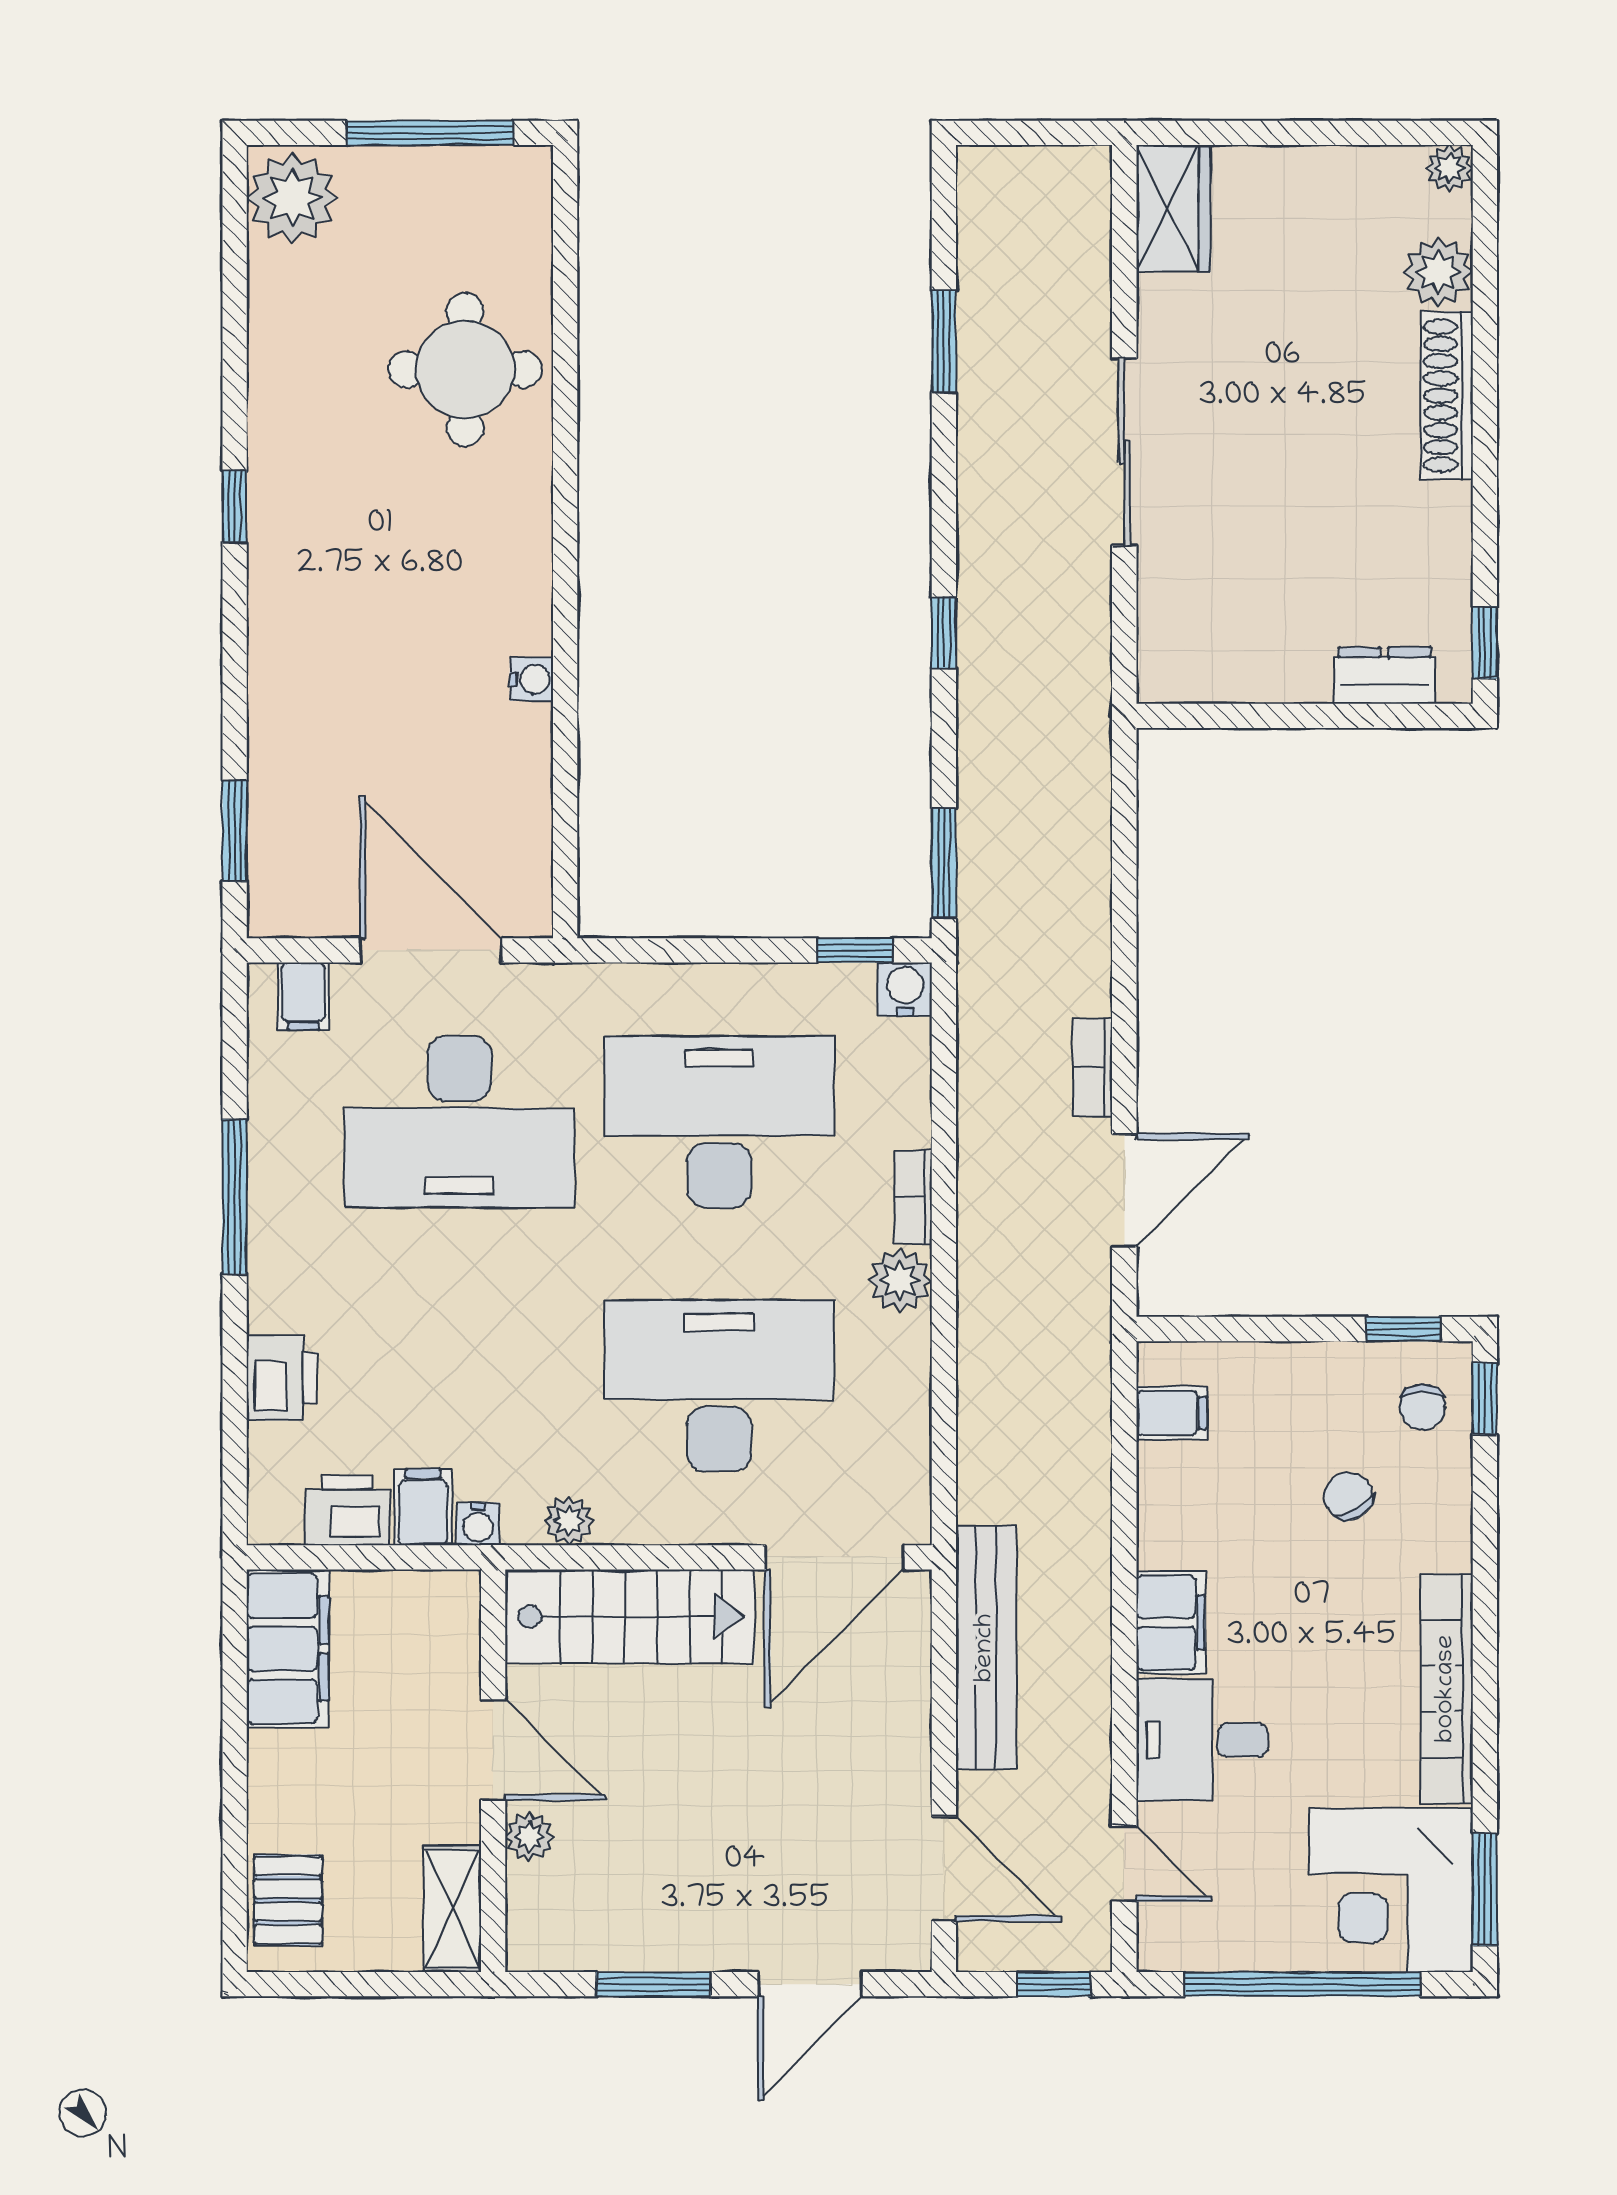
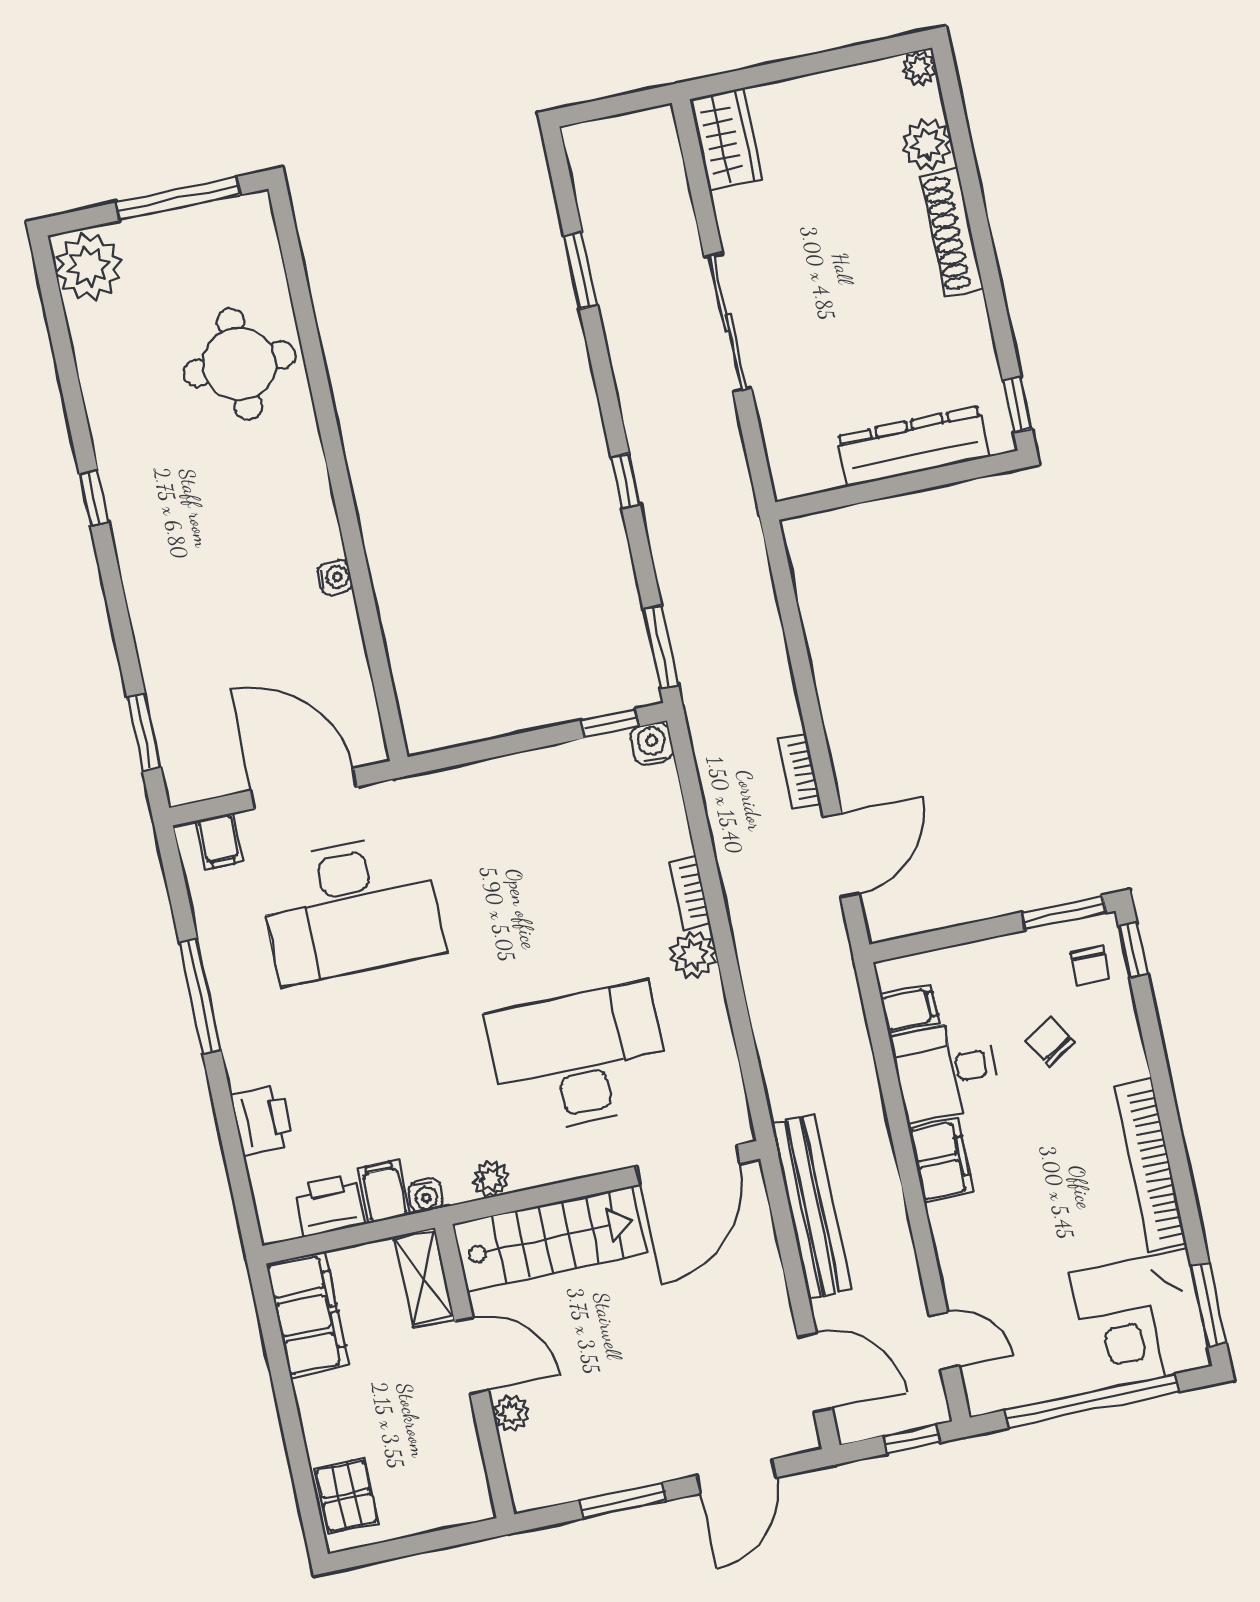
dresser: (1384, 675) -> (914, 446), width x1.96, depth x1.24
desk: (719, 1122) -> (538, 868), removed
window: (1403, 1329) -> (1064, 913), width x1.50
desk: (1202, 1740) -> (946, 1071), moved
shelving: (452, 1909) -> (424, 1278), moved

